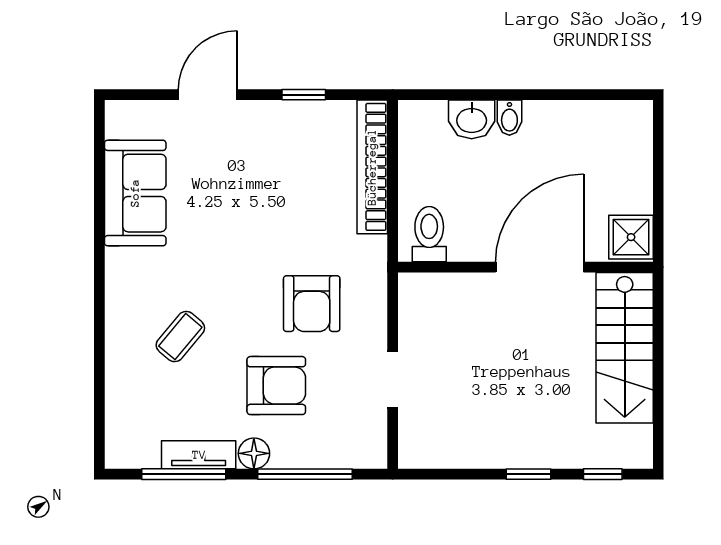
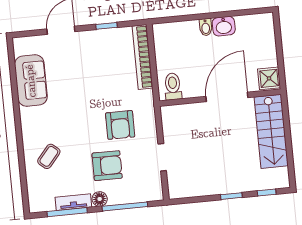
washbasin: (472, 119) -> (224, 26), moved
coffee table: (180, 337) -> (49, 156), moved

